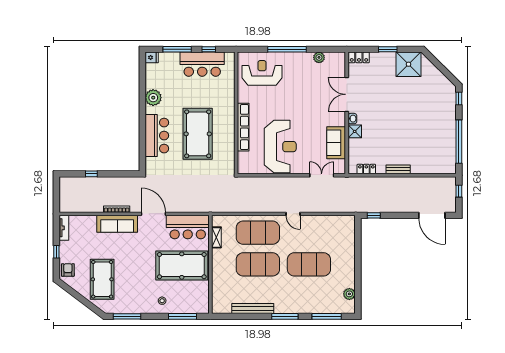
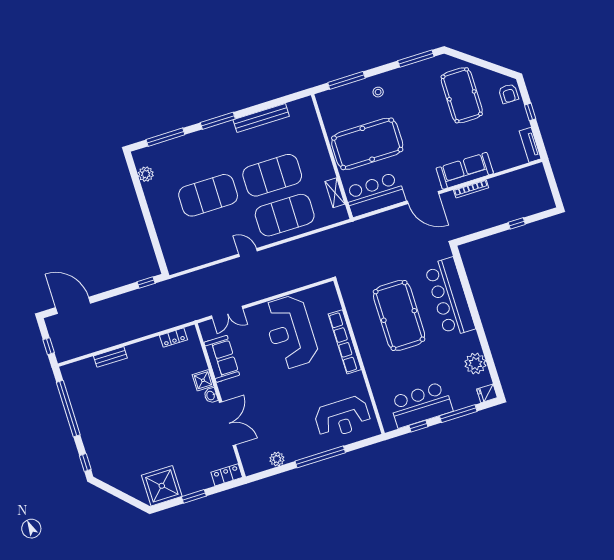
plant: (153, 98) -> (475, 364), moved
bar counter: (157, 136) -> (450, 297), width x1.36
bench: (398, 169) -> (110, 357), moved

